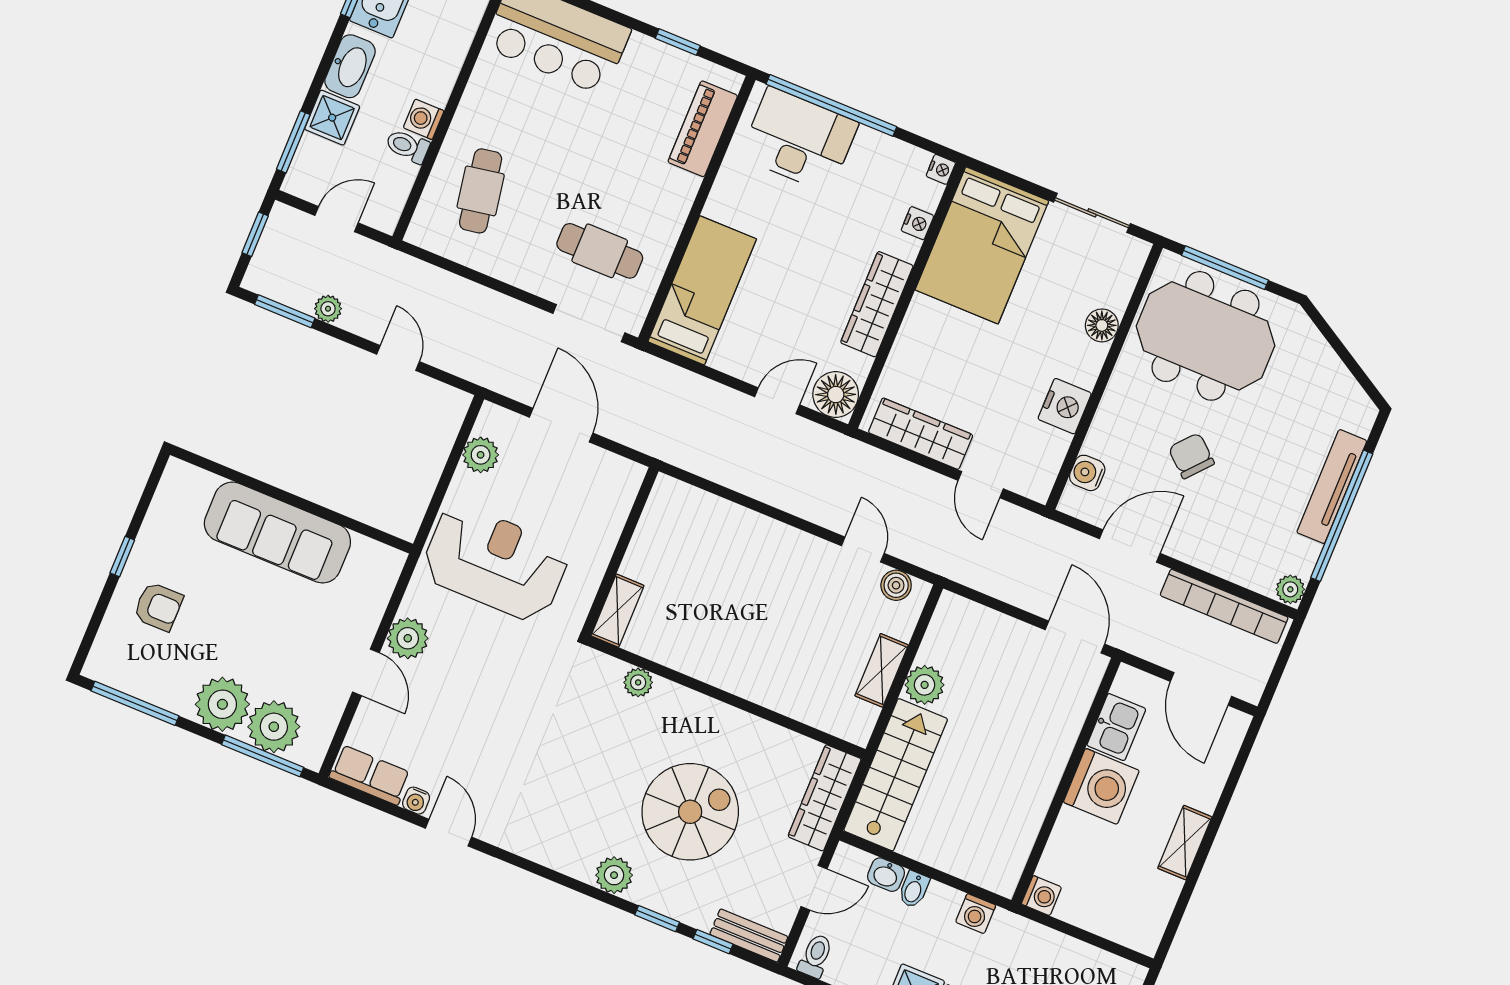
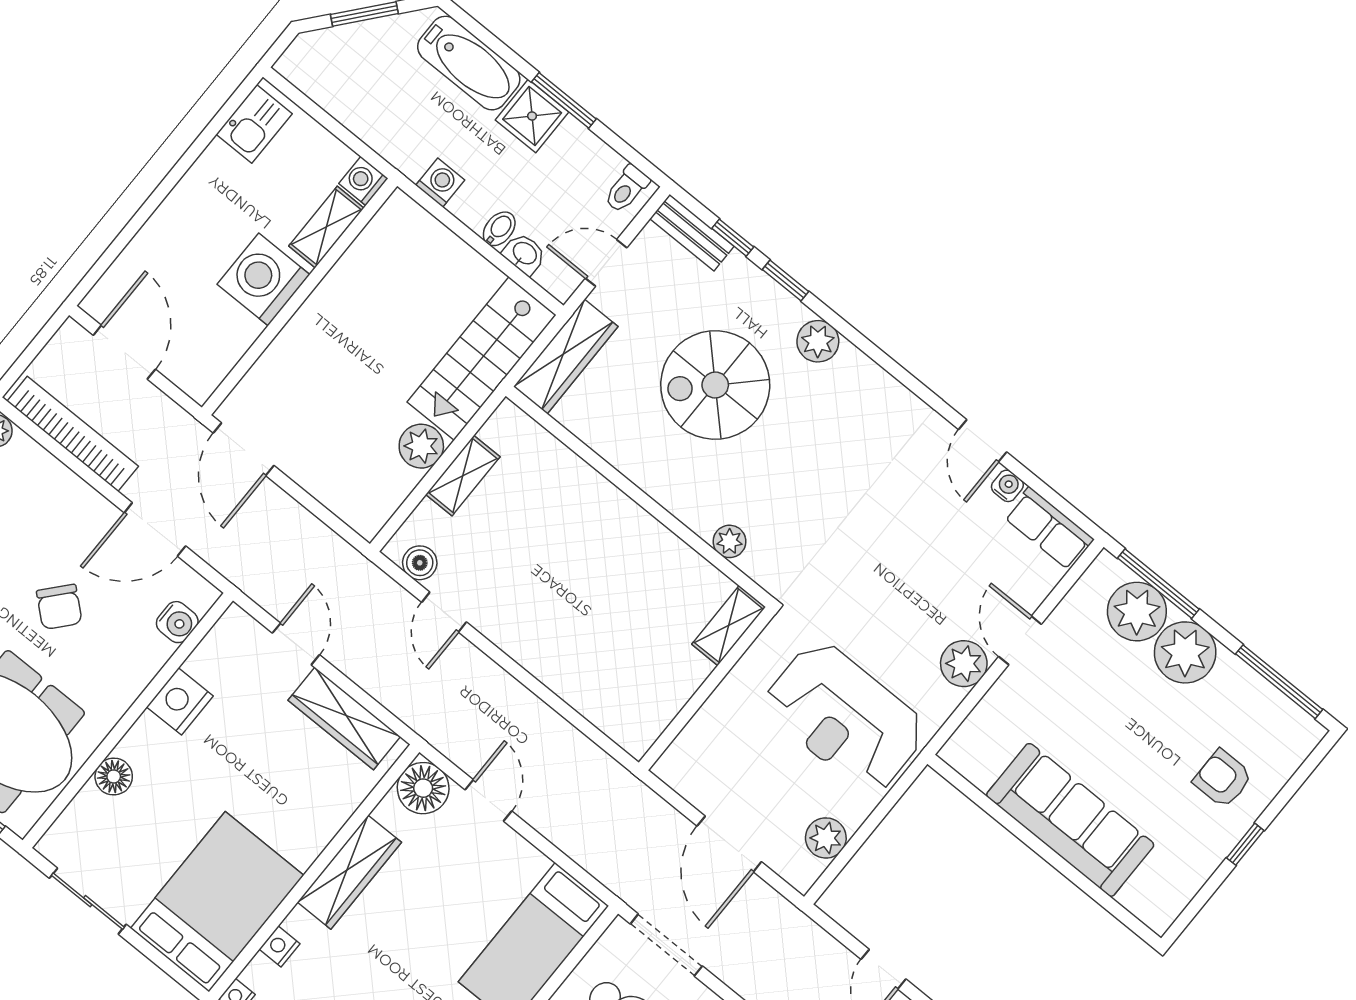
door: (777, 401) -> (488, 800), swing flipped
kitchen sink: (1116, 727) -> (254, 124), moved, turned 180
shelving: (1185, 843) -> (326, 227), moved

